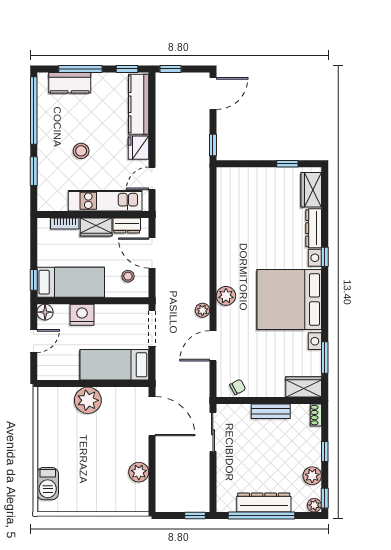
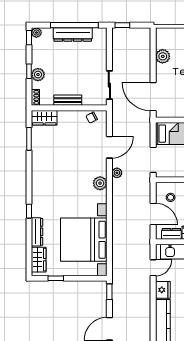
bed with nightstands: (289, 299) -> (84, 240), moved, turned 180
plant: (312, 476) -> (38, 75), moved

